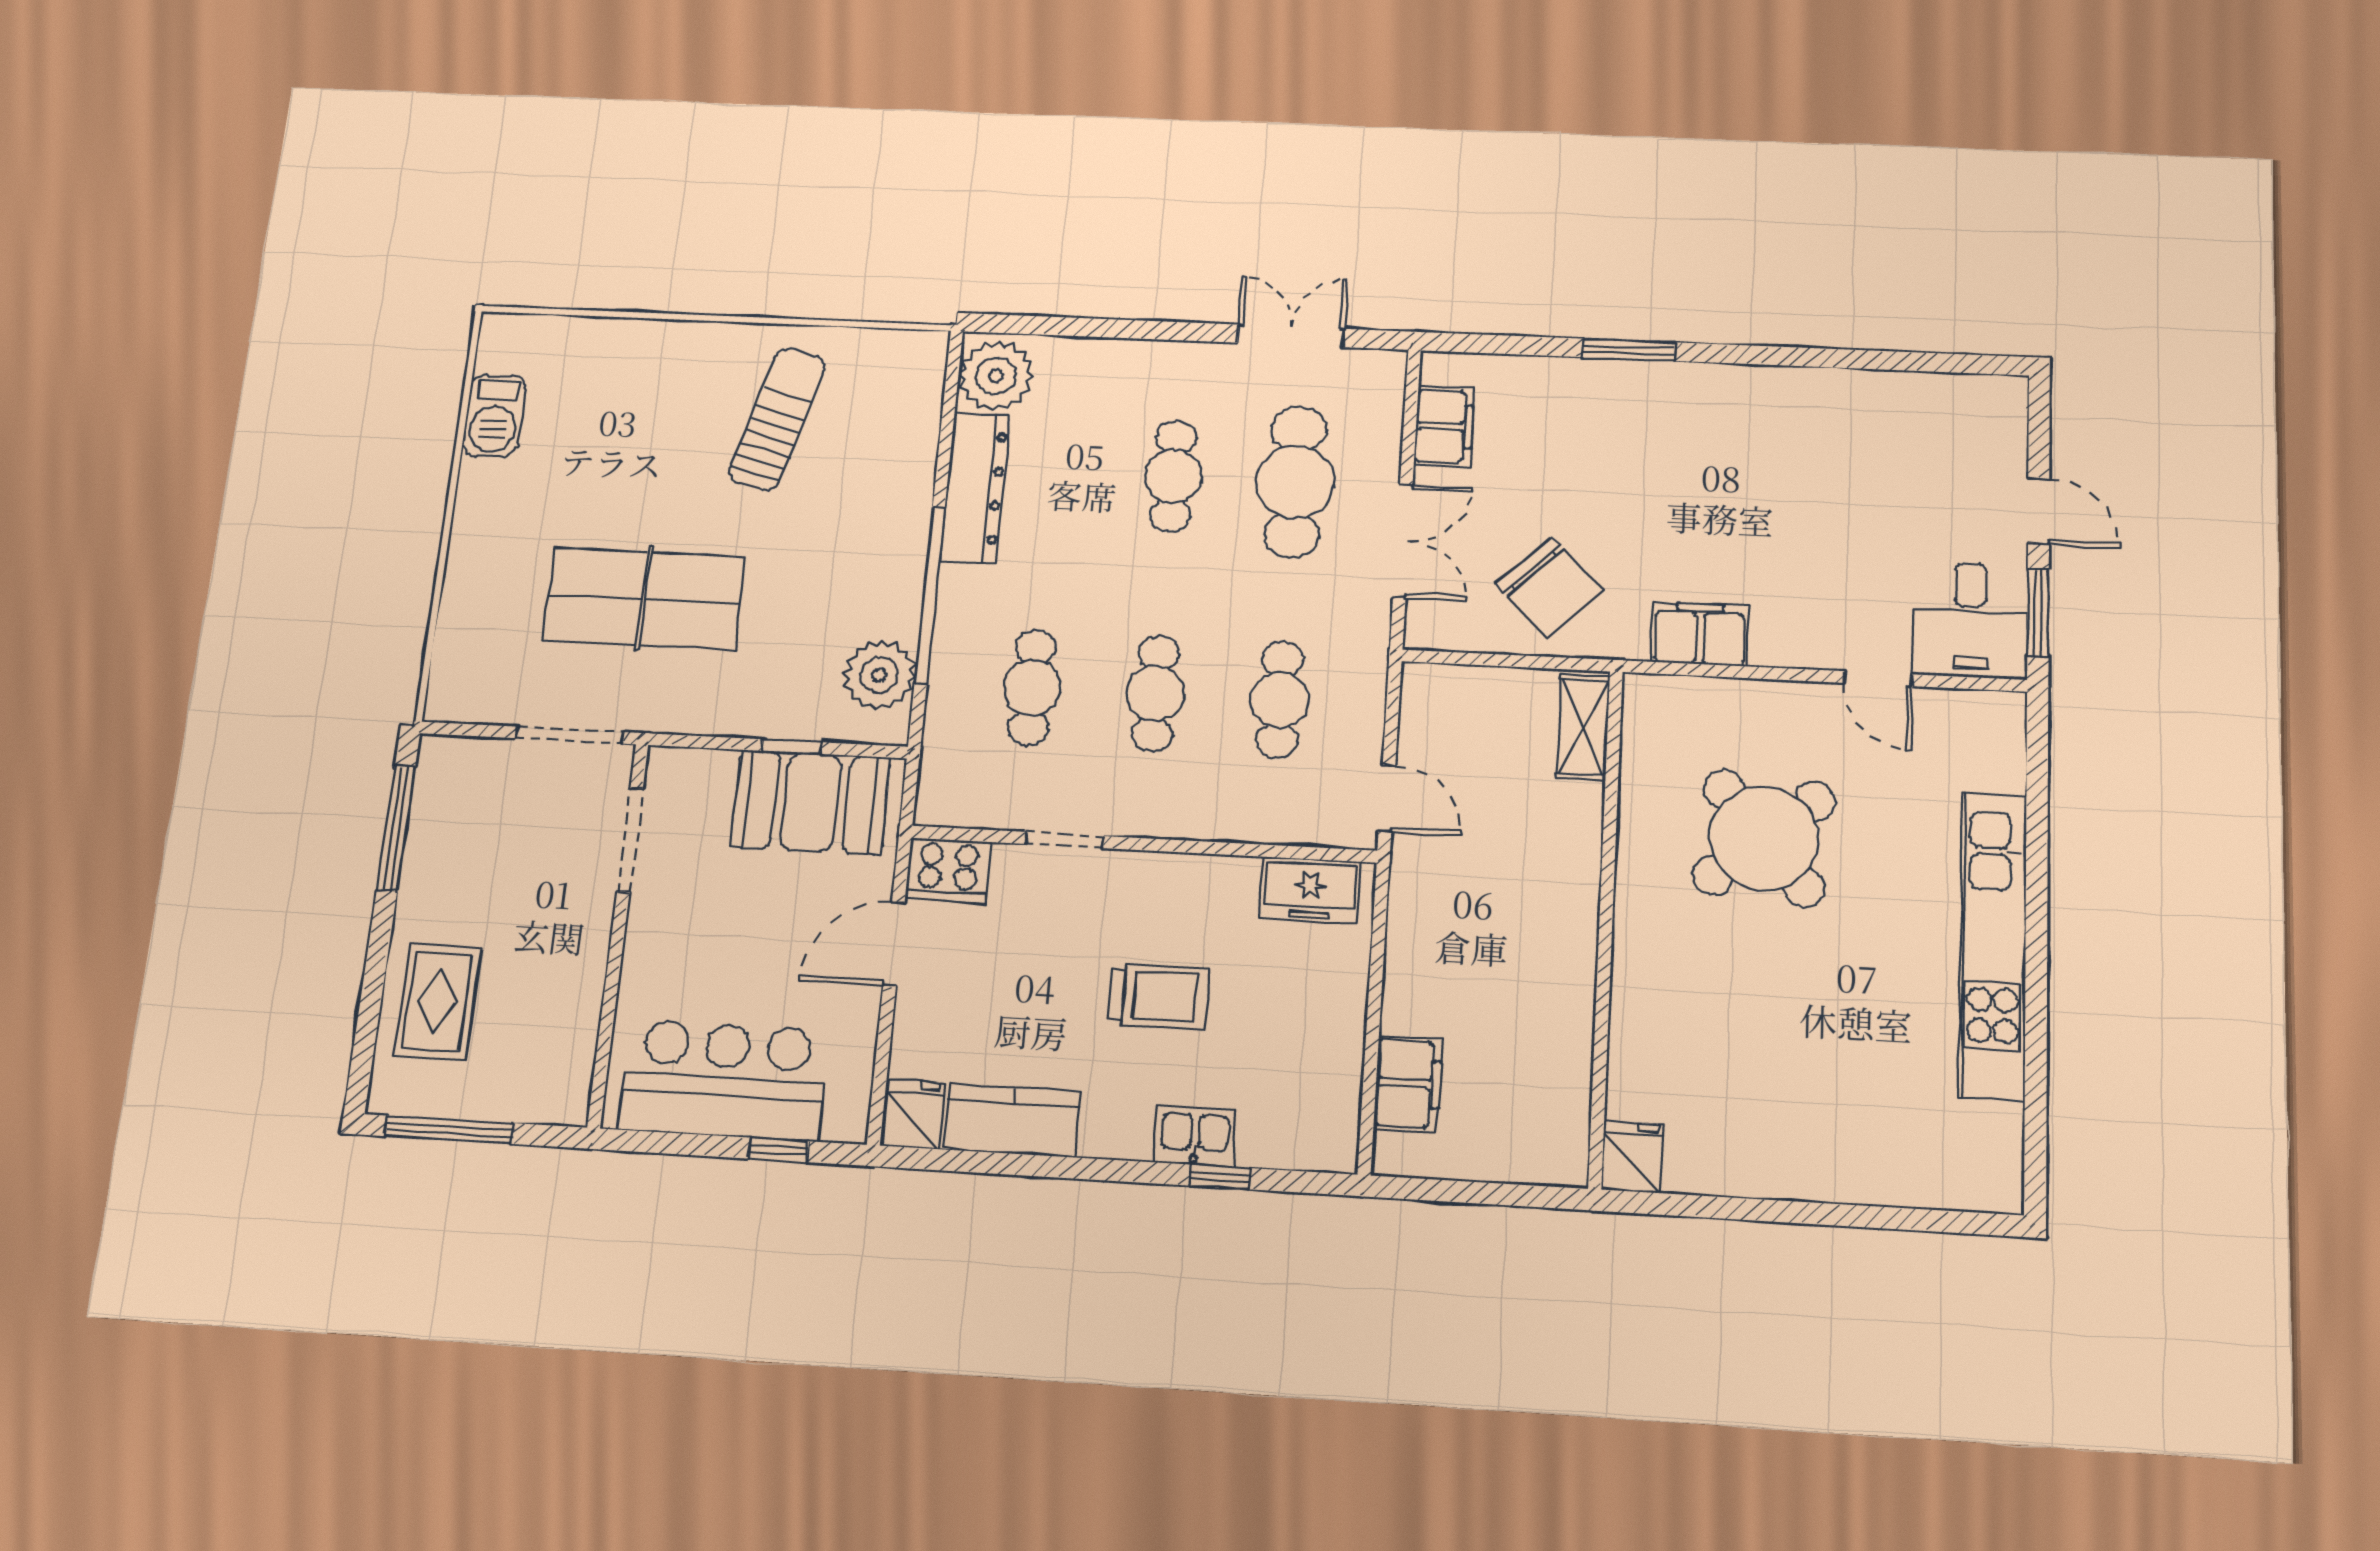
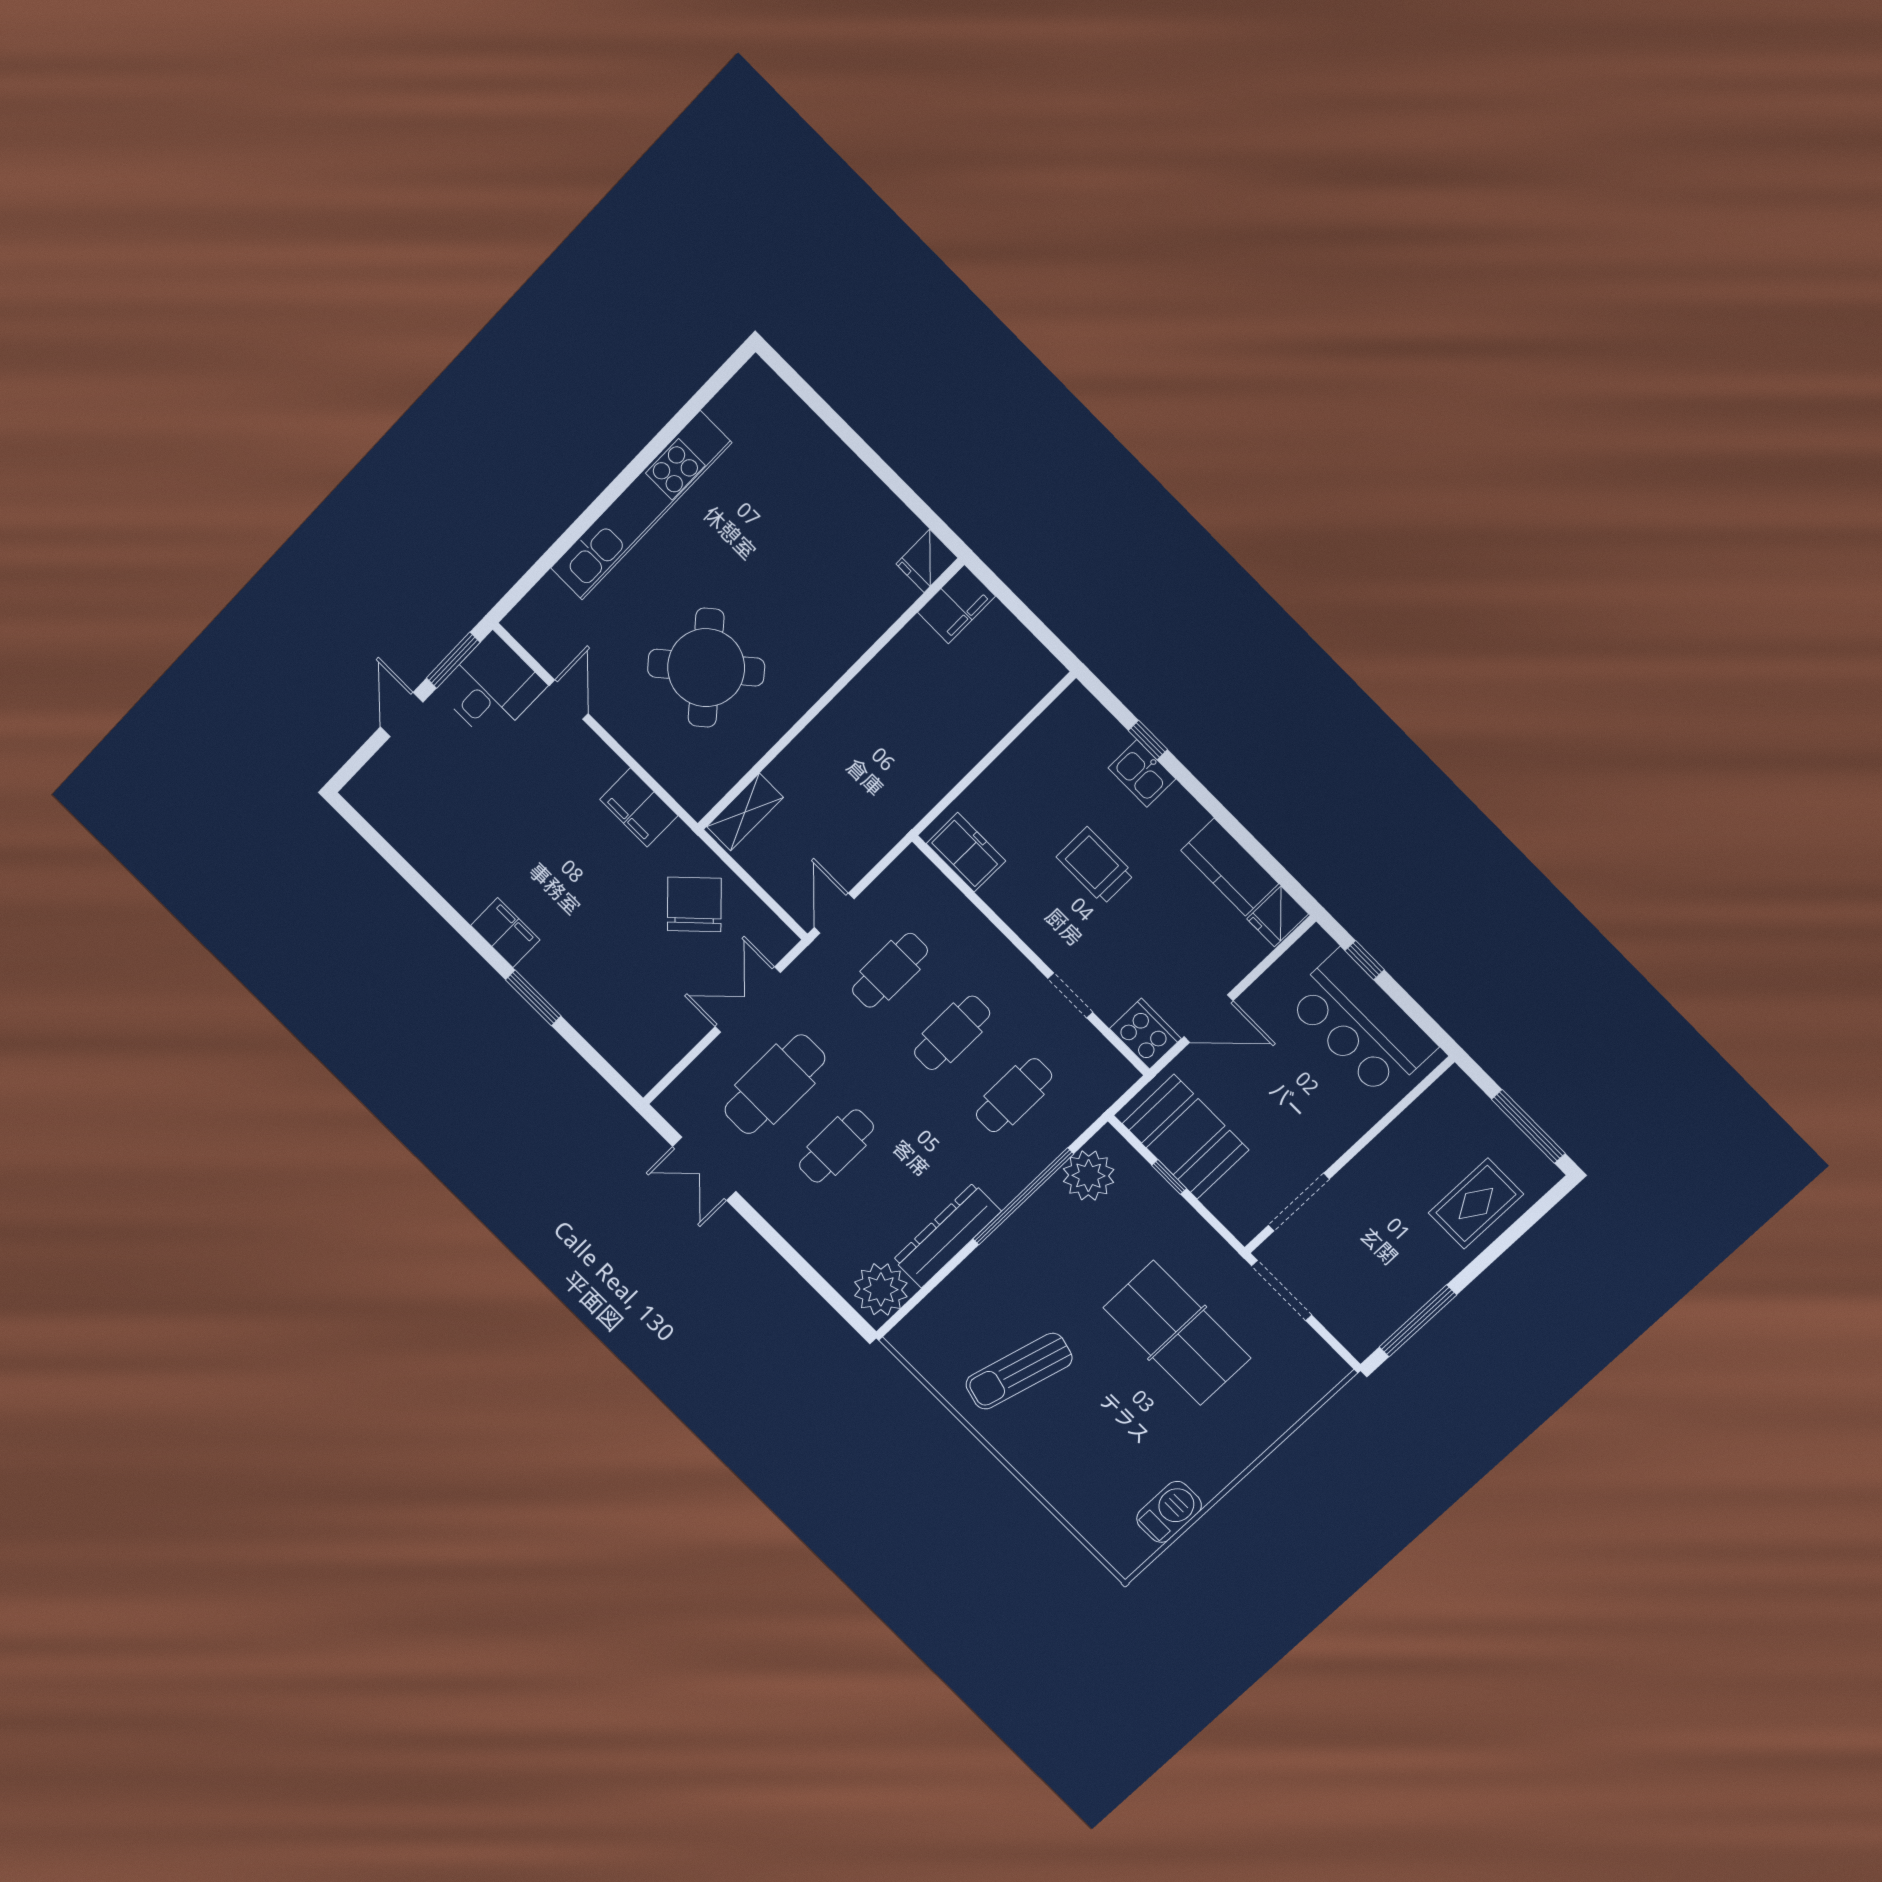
filing cabinet: (1444, 426) -> (505, 933), moved, turned 90
door: (1387, 798) -> (834, 913), moved
filing cabinet: (1408, 1083) -> (956, 604), moved, turned 180

